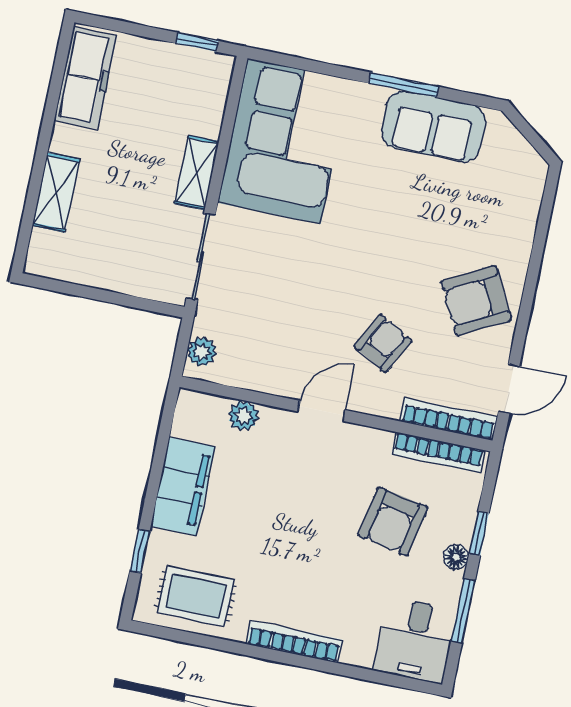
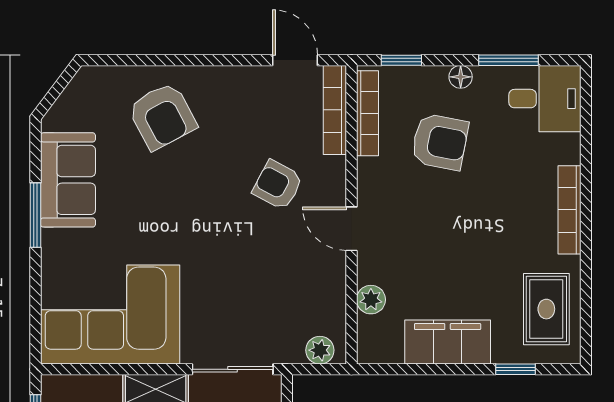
armchair: (476, 301) -> (162, 116), moved
window: (479, 533) -> (401, 60), moved

